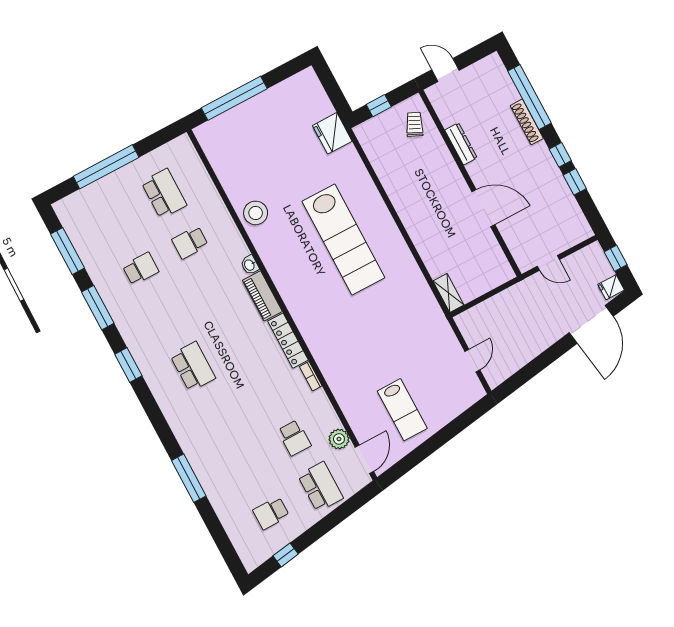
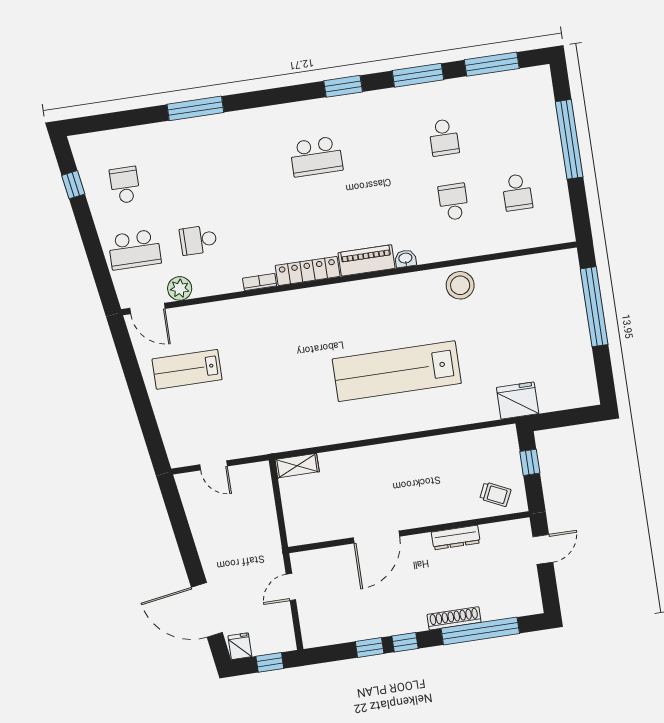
school desk: (164, 194) -> (517, 192), width x0.54

